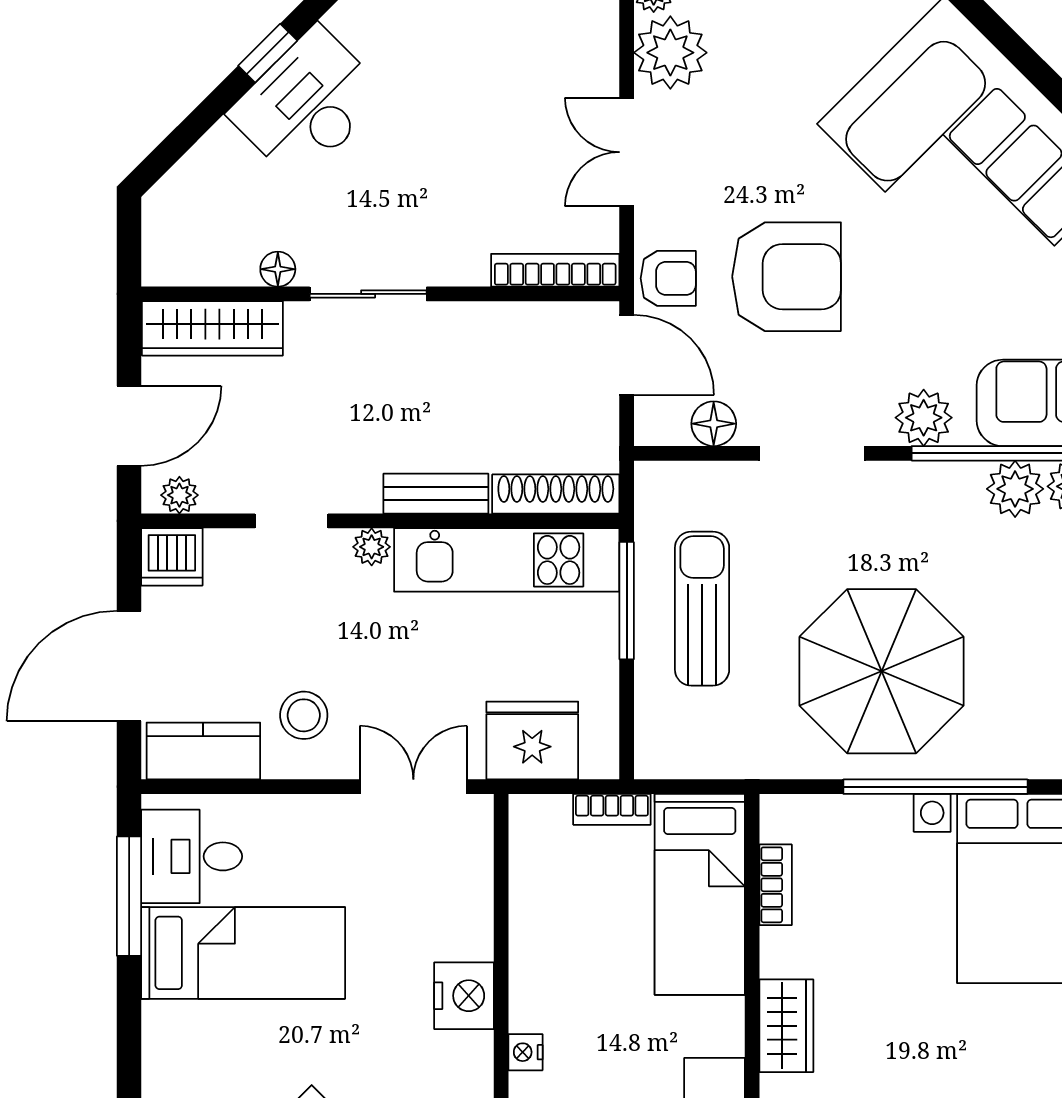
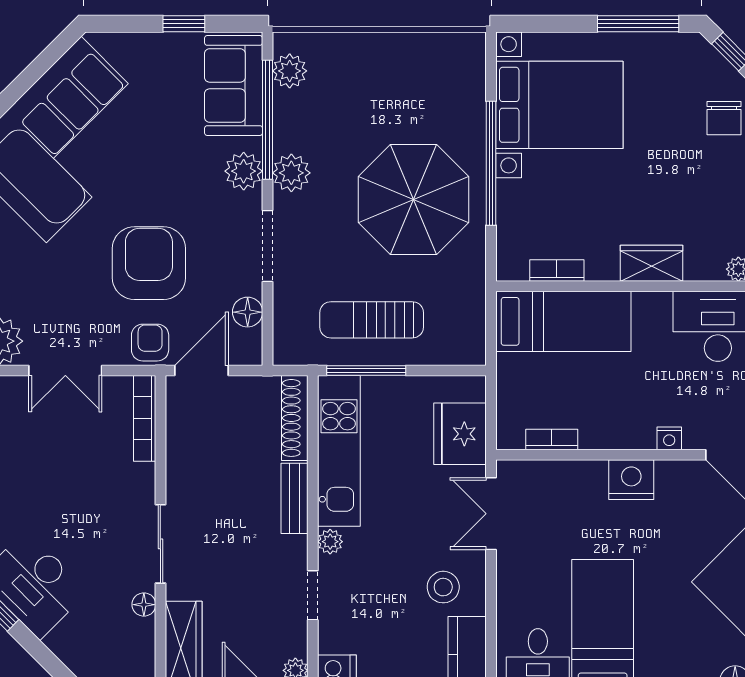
plant: (1015, 489) -> (291, 173), moved
bookcase: (612, 809) -> (552, 439), moved, turned -90

